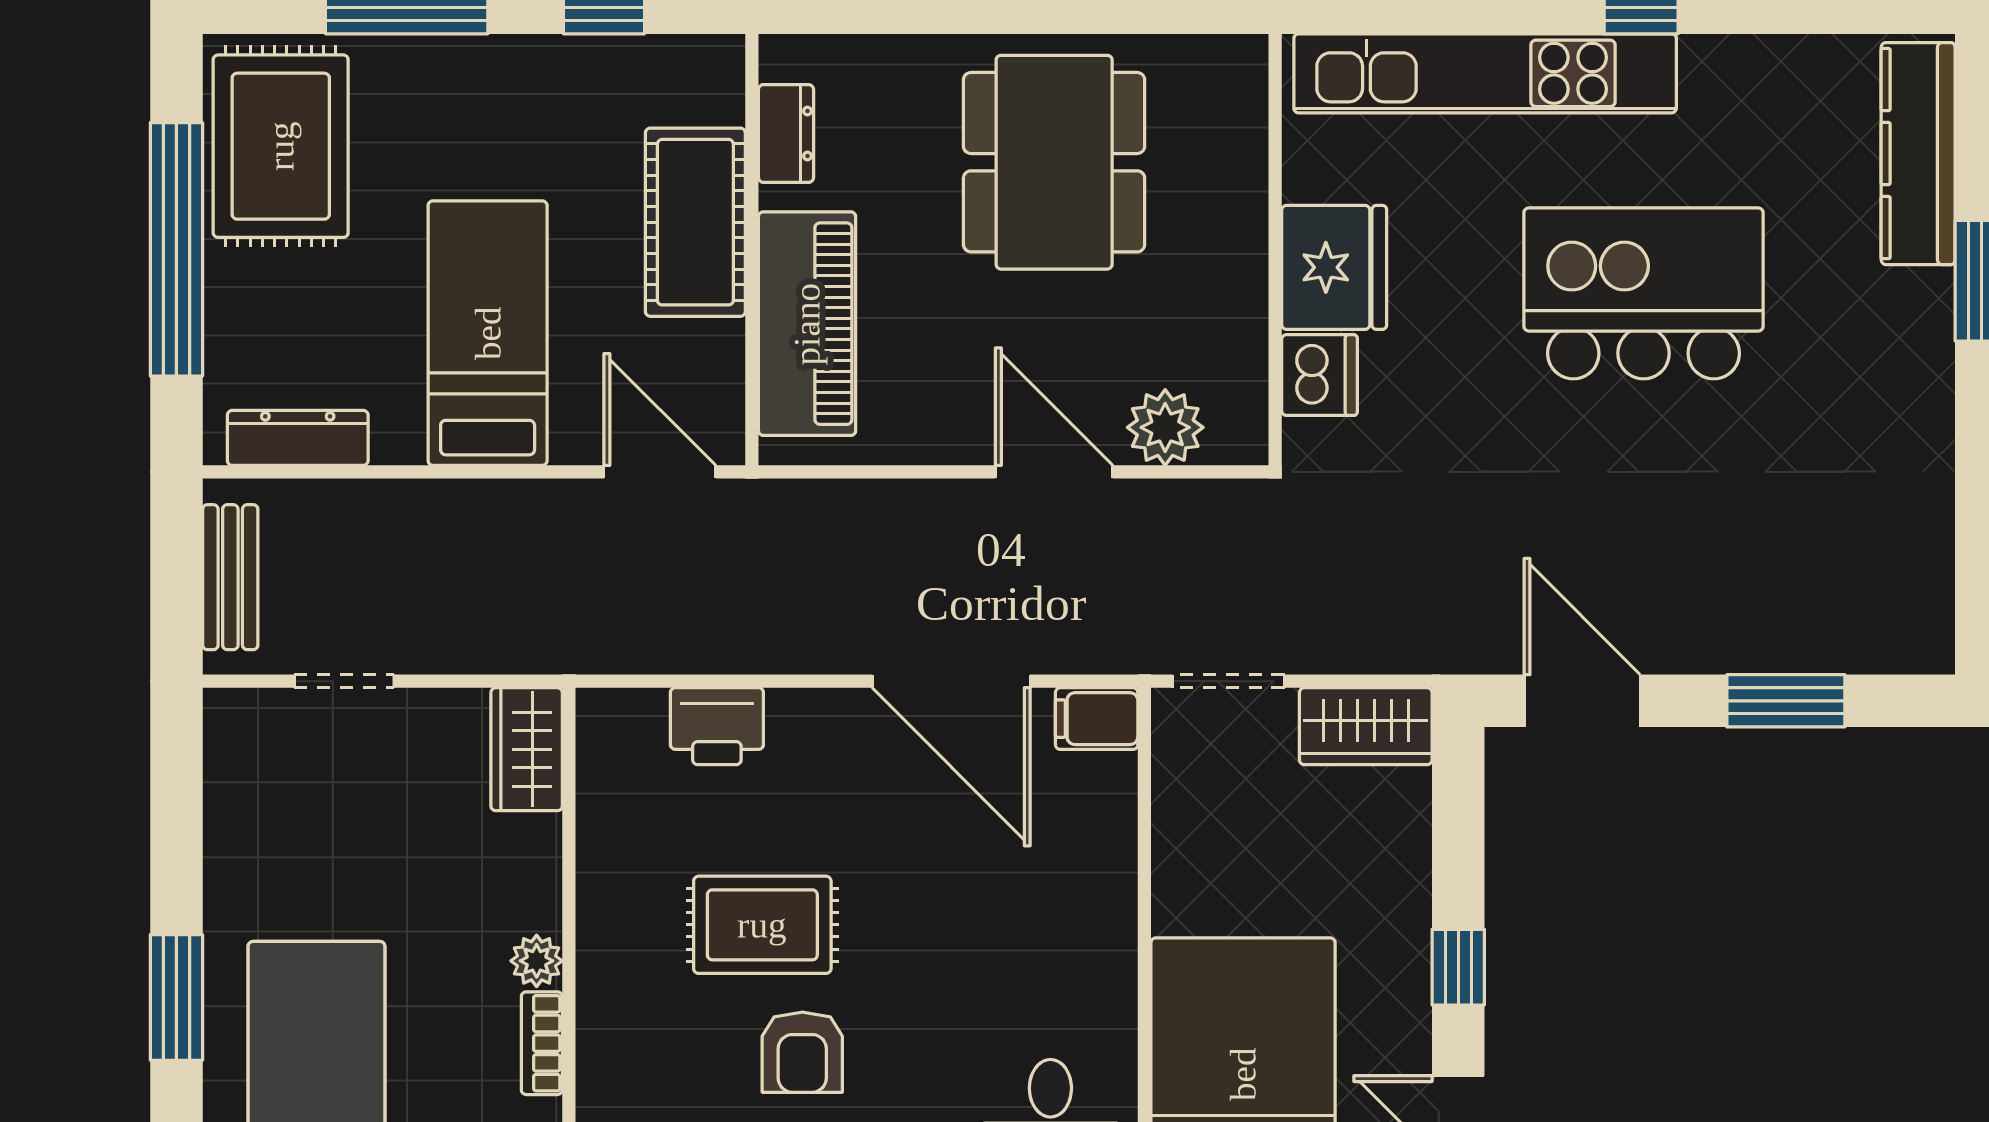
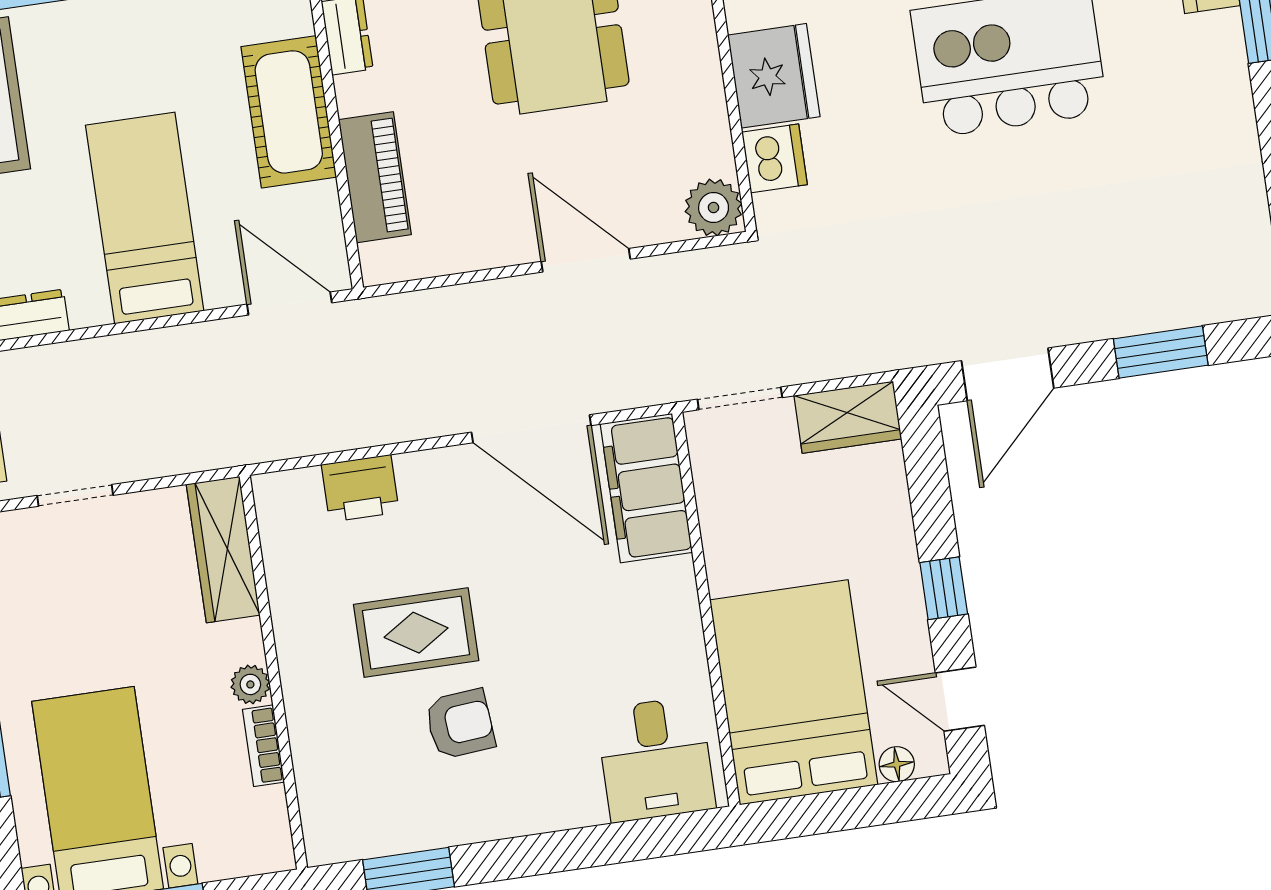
piano: (807, 324) -> (375, 177), width x0.73, depth x0.75
plant: (1165, 427) -> (714, 207), moved
door: (1582, 701) -> (1008, 374), swing flipped
filing cabinet: (1097, 719) -> (646, 488), width x3.00, depth x1.17
wardrobe: (527, 749) -> (223, 550), width x1.50
armchair: (802, 1052) -> (460, 724), turned -95

